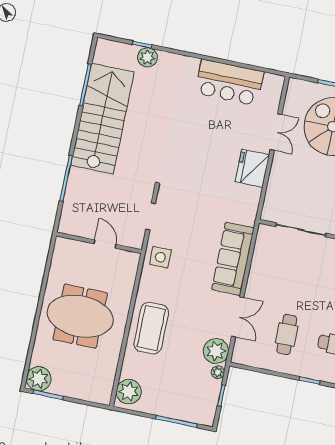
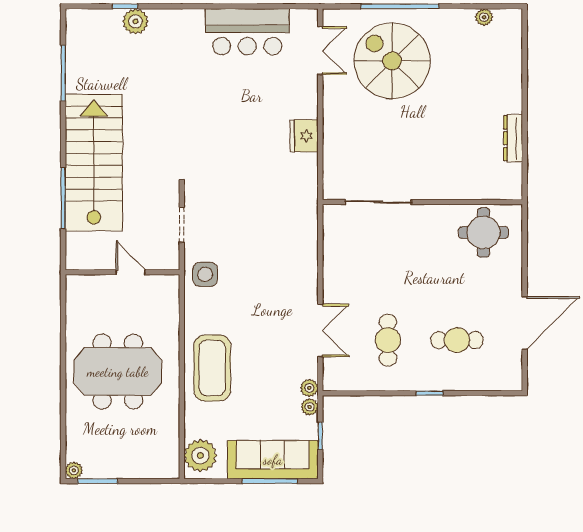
stairs: (102, 119) -> (94, 163), moved
double door: (276, 132) -> (320, 51), moved
fridge: (252, 168) -> (304, 136), width x0.73, depth x0.75
sofa: (233, 259) -> (273, 460), moved, turned 90
plant: (216, 351) -> (309, 388), width x0.53, depth x0.53
plant: (39, 379) -> (74, 470), width x0.53, depth x0.53

